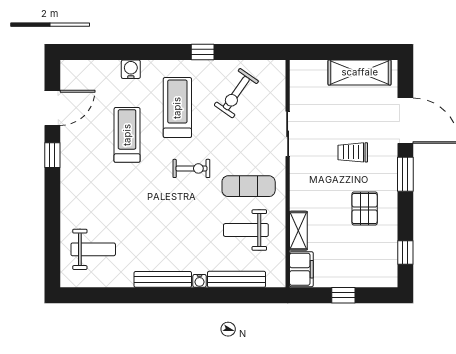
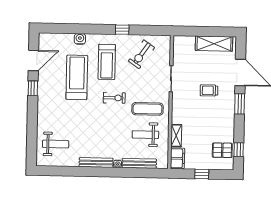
treadmill: (177, 108) -> (107, 62), turned 180
treadmill: (127, 135) -> (77, 77), width x1.37, depth x1.38
pallet: (365, 209) -> (222, 150), moved, turned 90

